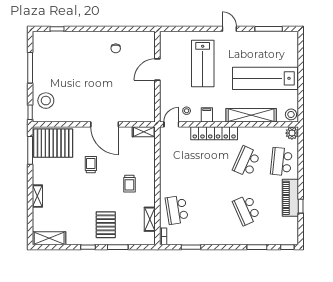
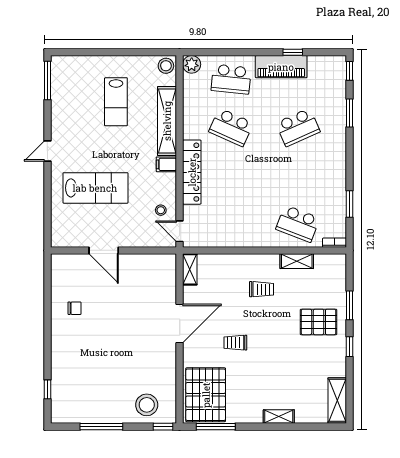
window: (269, 29) -> (47, 81), moved
lab bench: (265, 78) -> (116, 102), width x0.54, depth x0.72
filing cabinet: (207, 115) -> (166, 164), moved
school desk: (177, 210) -> (298, 224), turned 30
shelving: (150, 219) -> (297, 261), moved

